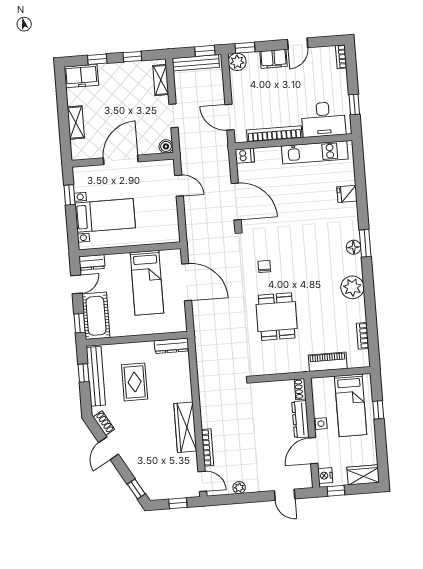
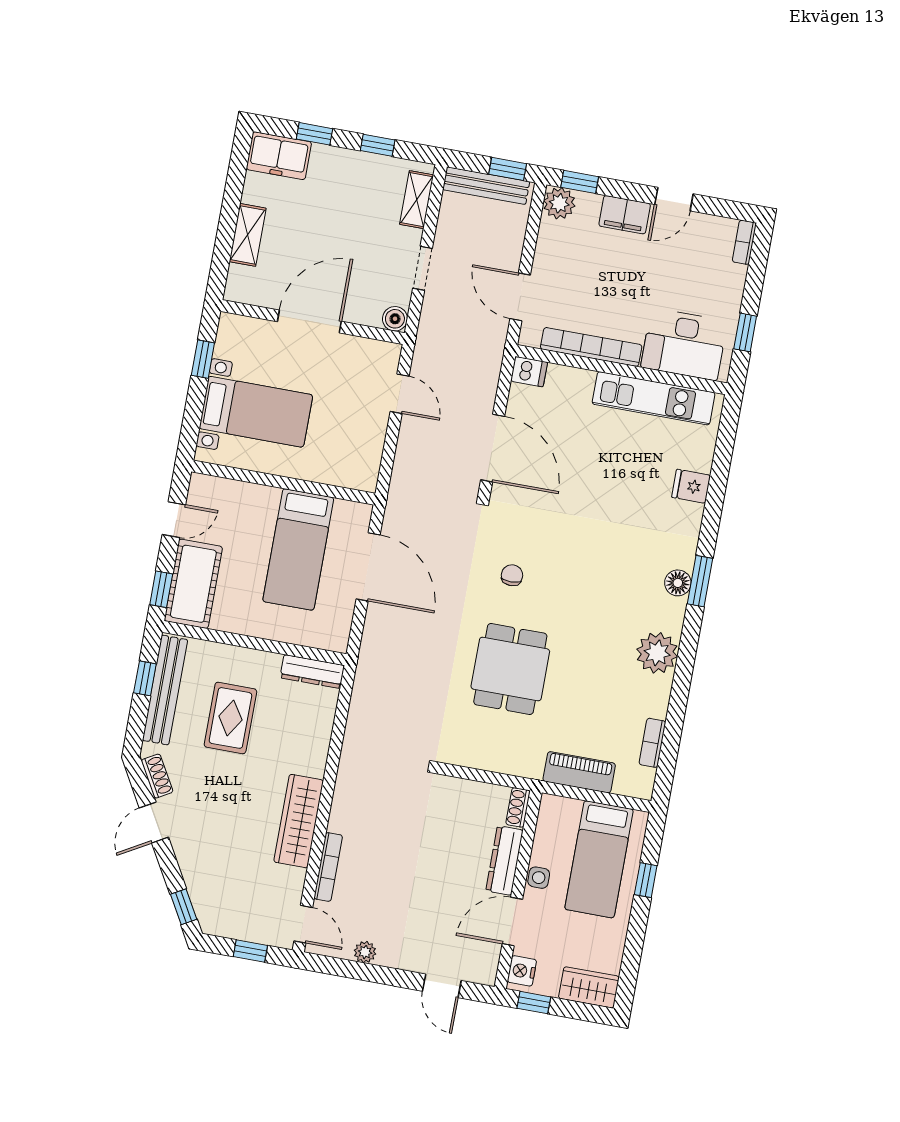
dresser: (92, 262) -> (211, 488), removed

